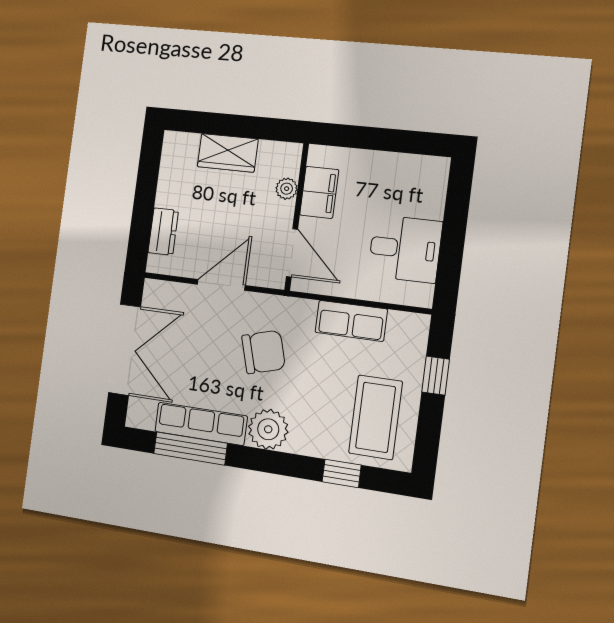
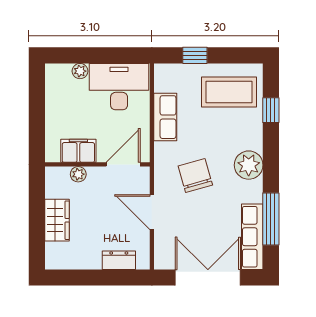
plant: (433, 207) -> (80, 71), added
desk: (405, 249) -> (119, 87), width x1.37
row of seats: (201, 424) -> (252, 237), moved

